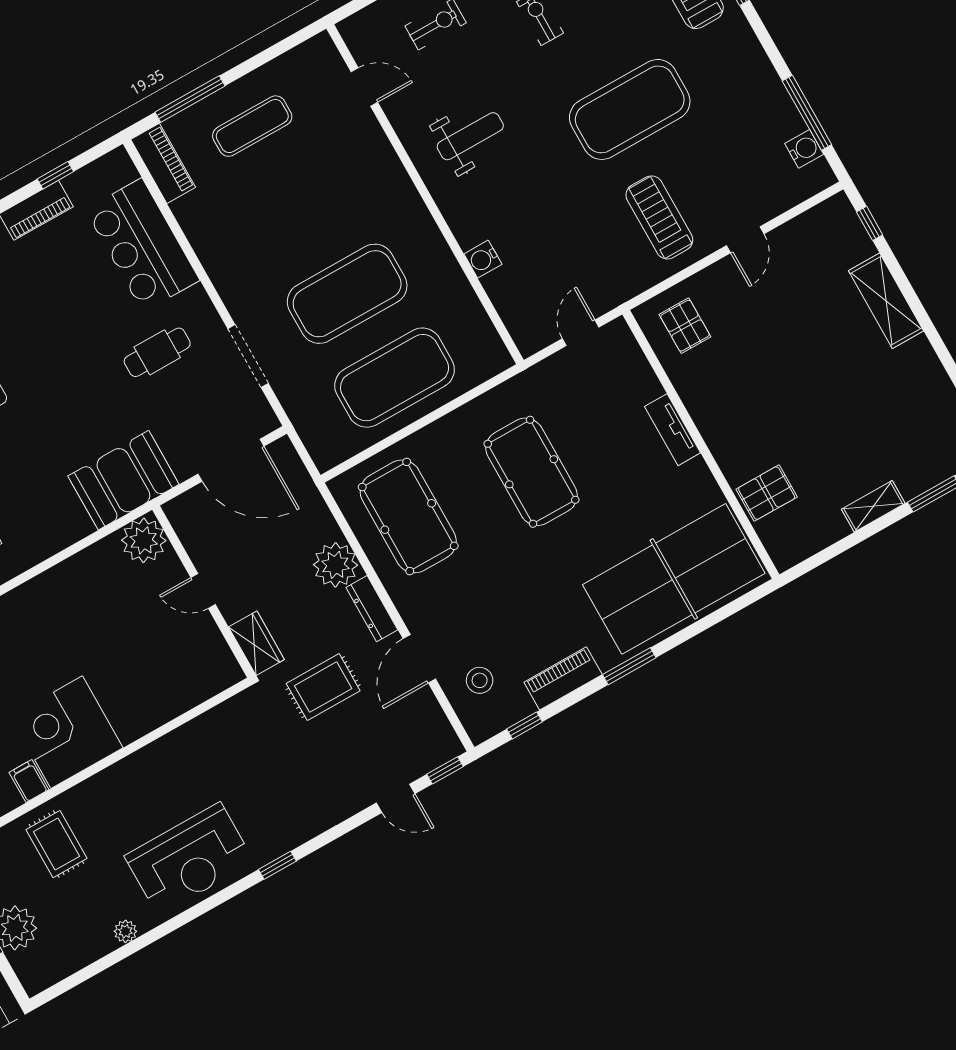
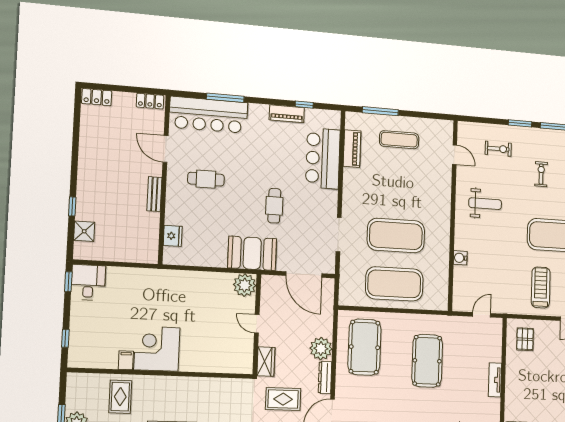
piano: (163, 163) -> (352, 149), moved
cafe table: (157, 352) -> (274, 206), moved, turned 90

